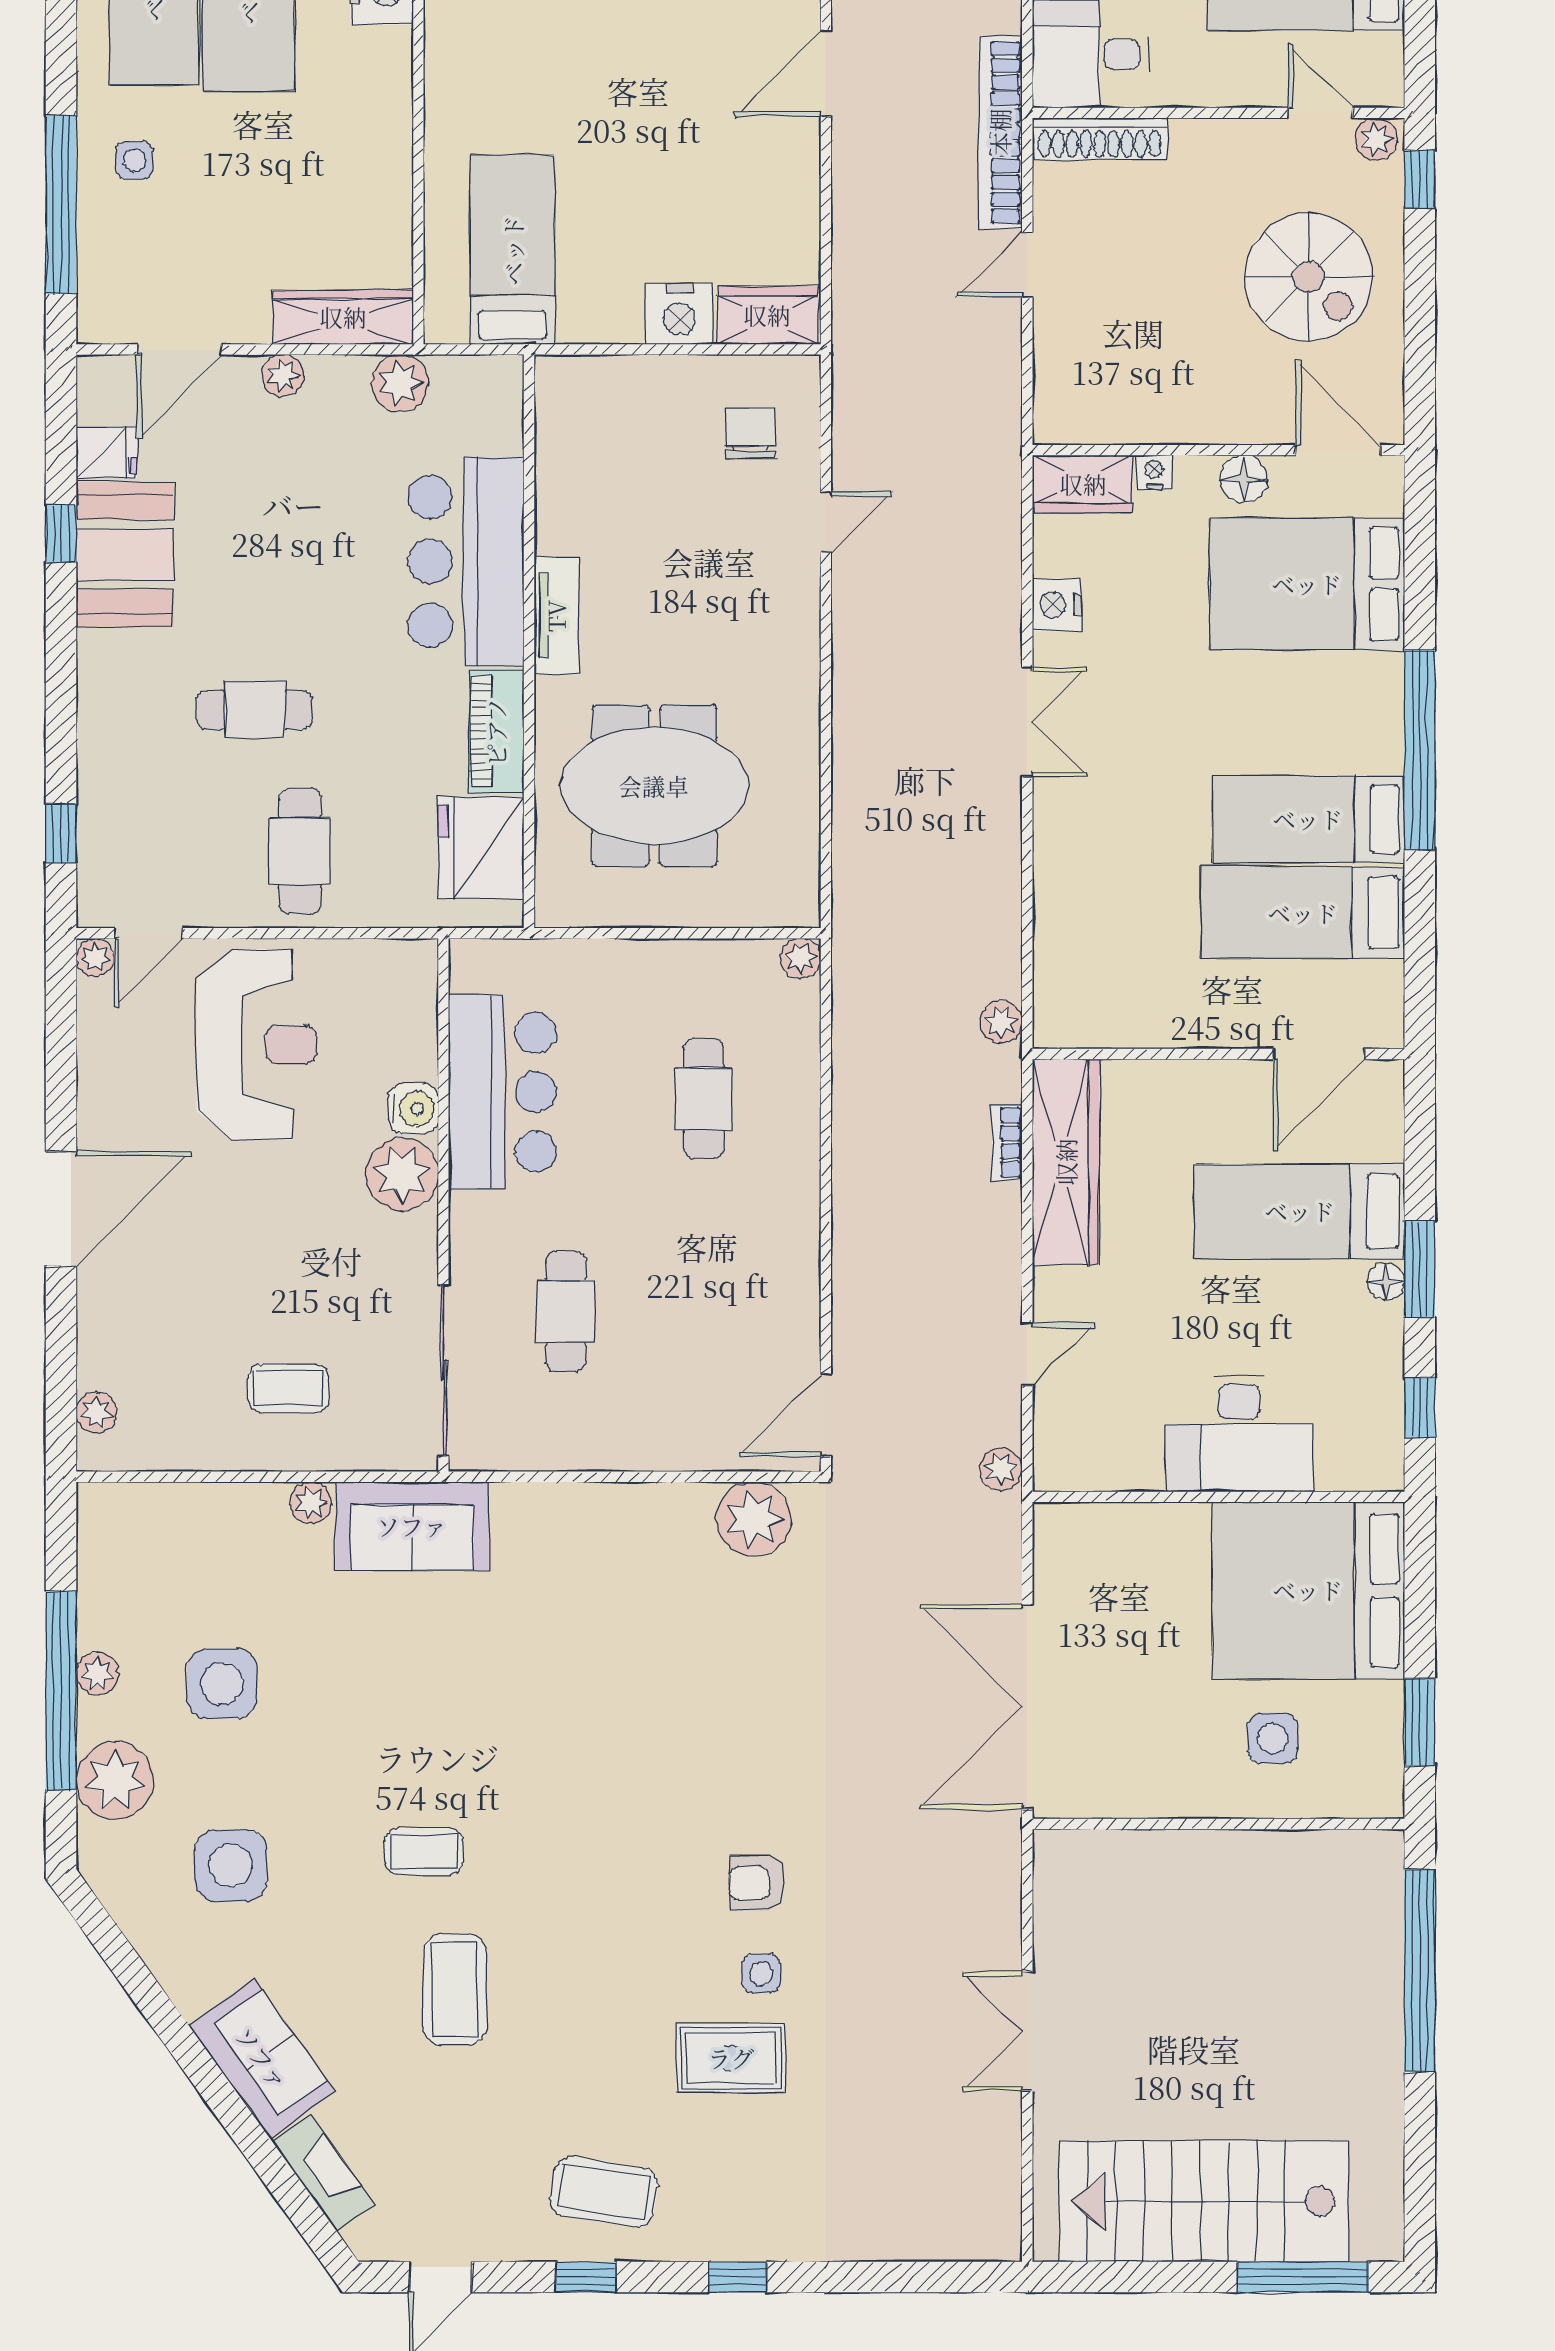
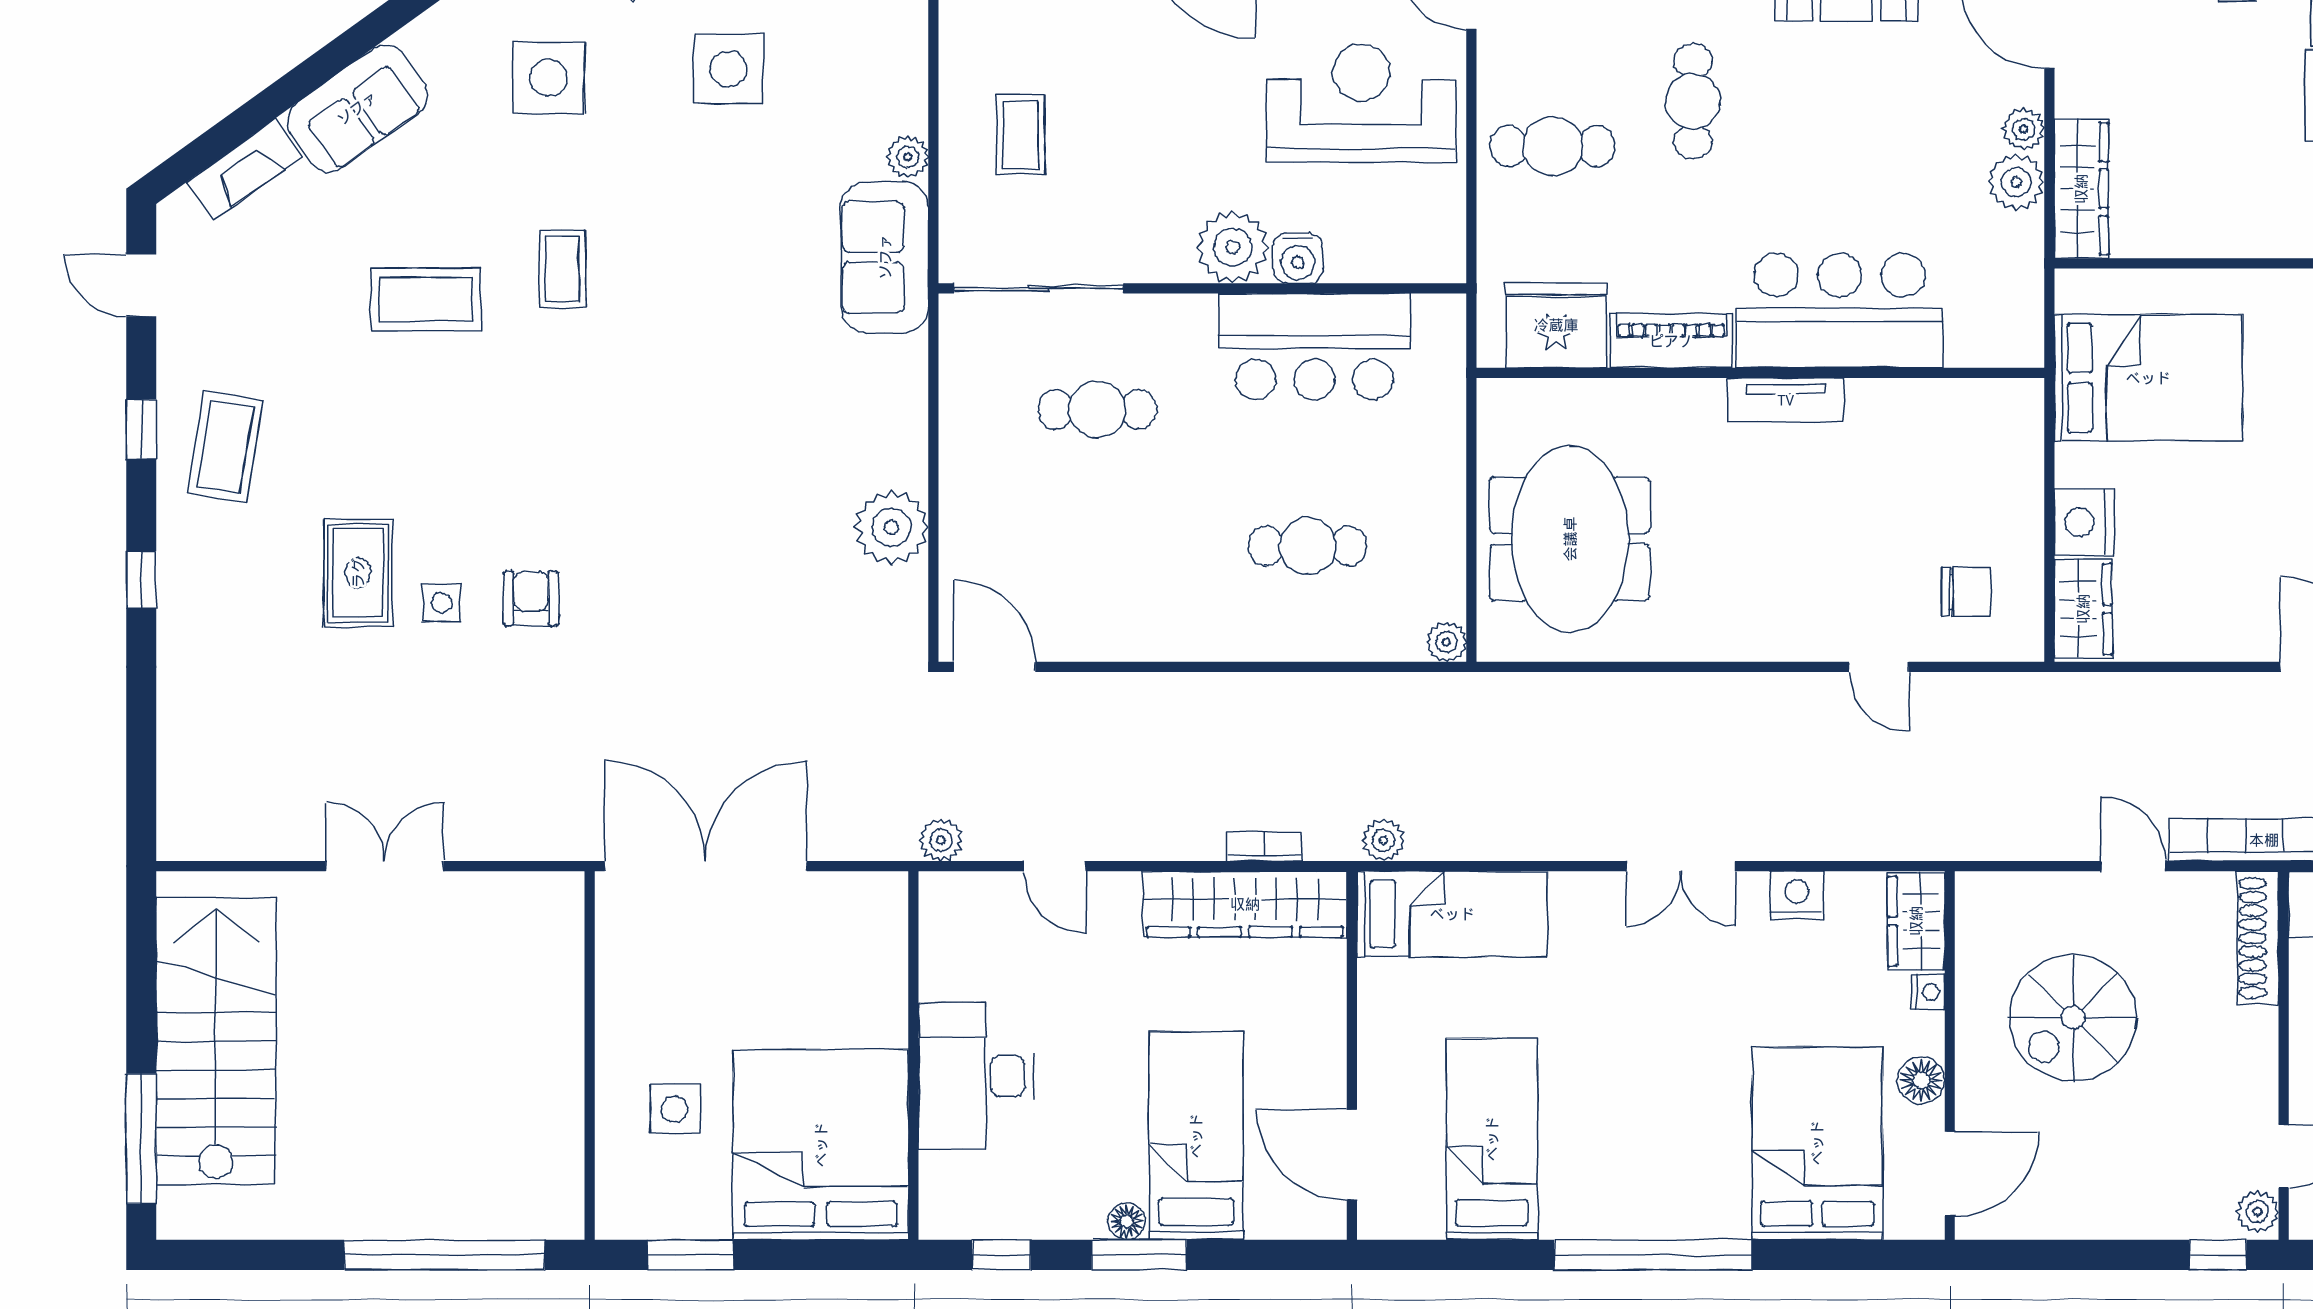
bed: (513, 250) -> (2148, 378), width x1.50
spiral stairs: (1309, 277) -> (2073, 1018), moved
plant: (400, 383) -> (2016, 182), moved
meeting table: (654, 786) -> (1570, 539), moved
bed: (1308, 819) -> (1452, 914), moved, turned 90
reception desk: (257, 1044) -> (1361, 103), turned 180
plant: (754, 1519) -> (891, 527), moved

